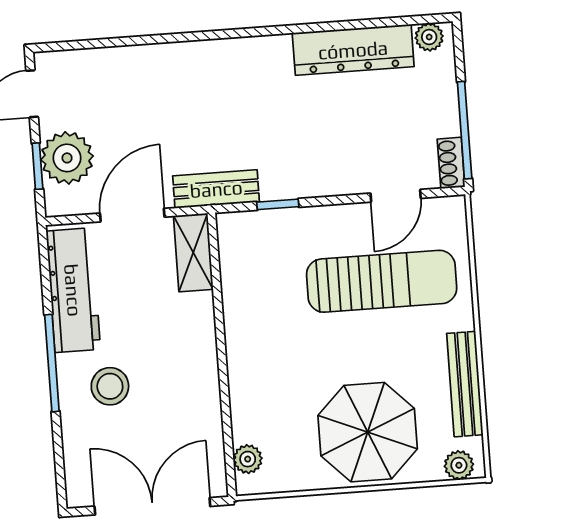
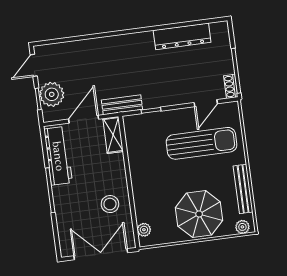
plant: (429, 37) -> (217, 28), removed
stool: (110, 386) -> (110, 204), moved

